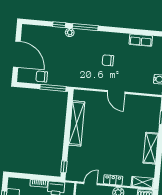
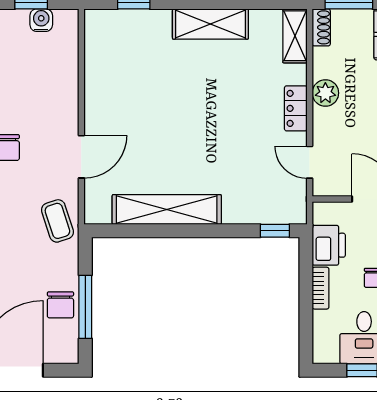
coffee table: (76, 78) -> (57, 221), added
window: (53, 88) -> (85, 307), moved
door: (116, 92) -> (81, 157), moved

